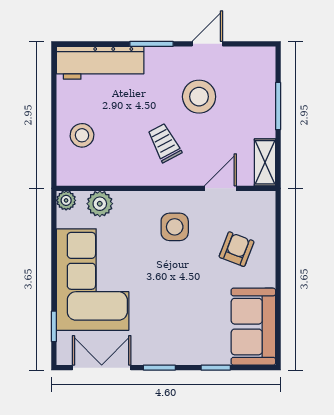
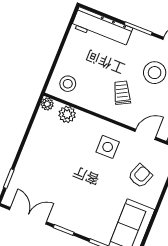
stool: (82, 135) -> (68, 84), moved
corner sofa: (93, 280) -> (44, 159), removed

